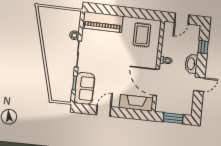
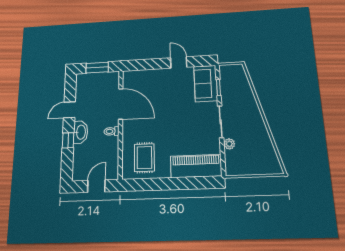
window: (203, 47) -> (68, 140), moved
fireplace: (136, 103) -> (142, 77), removed
door: (104, 111) -> (179, 63), swing flipped

